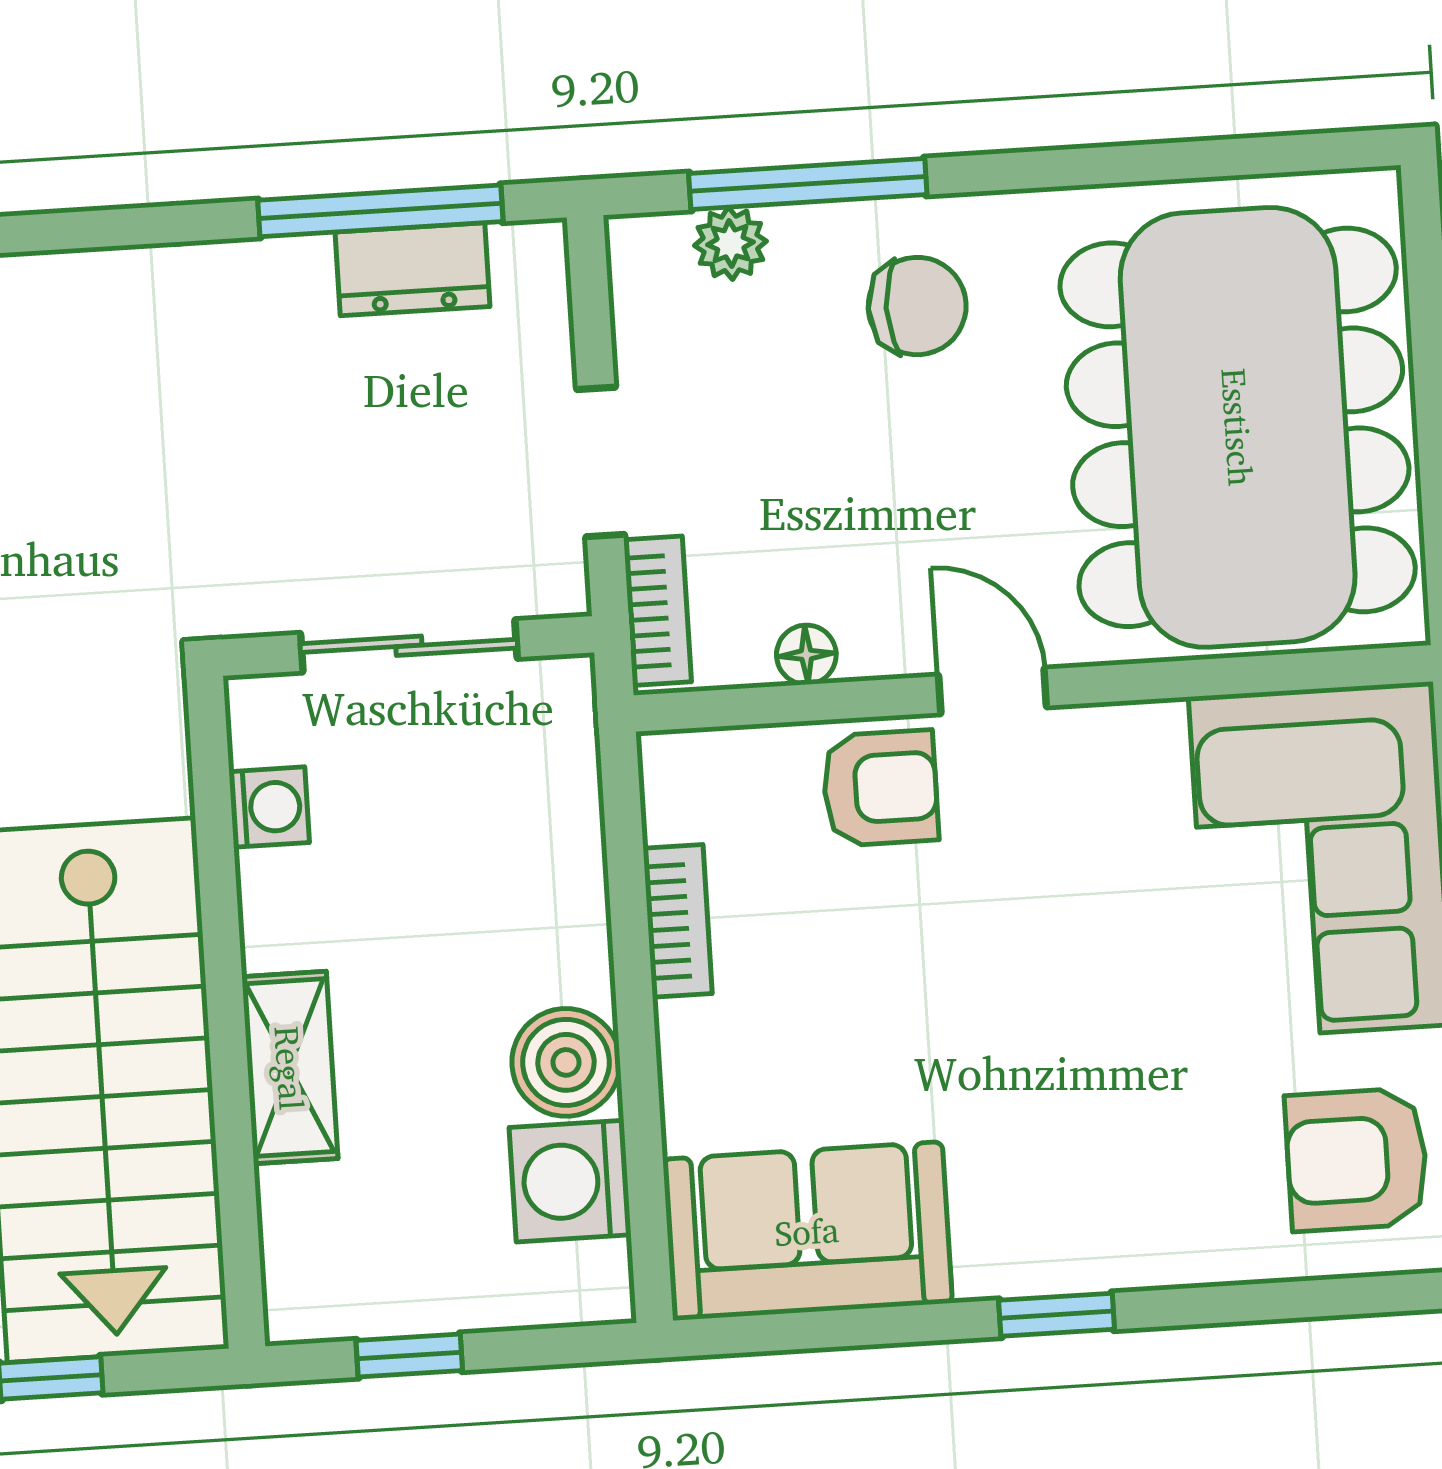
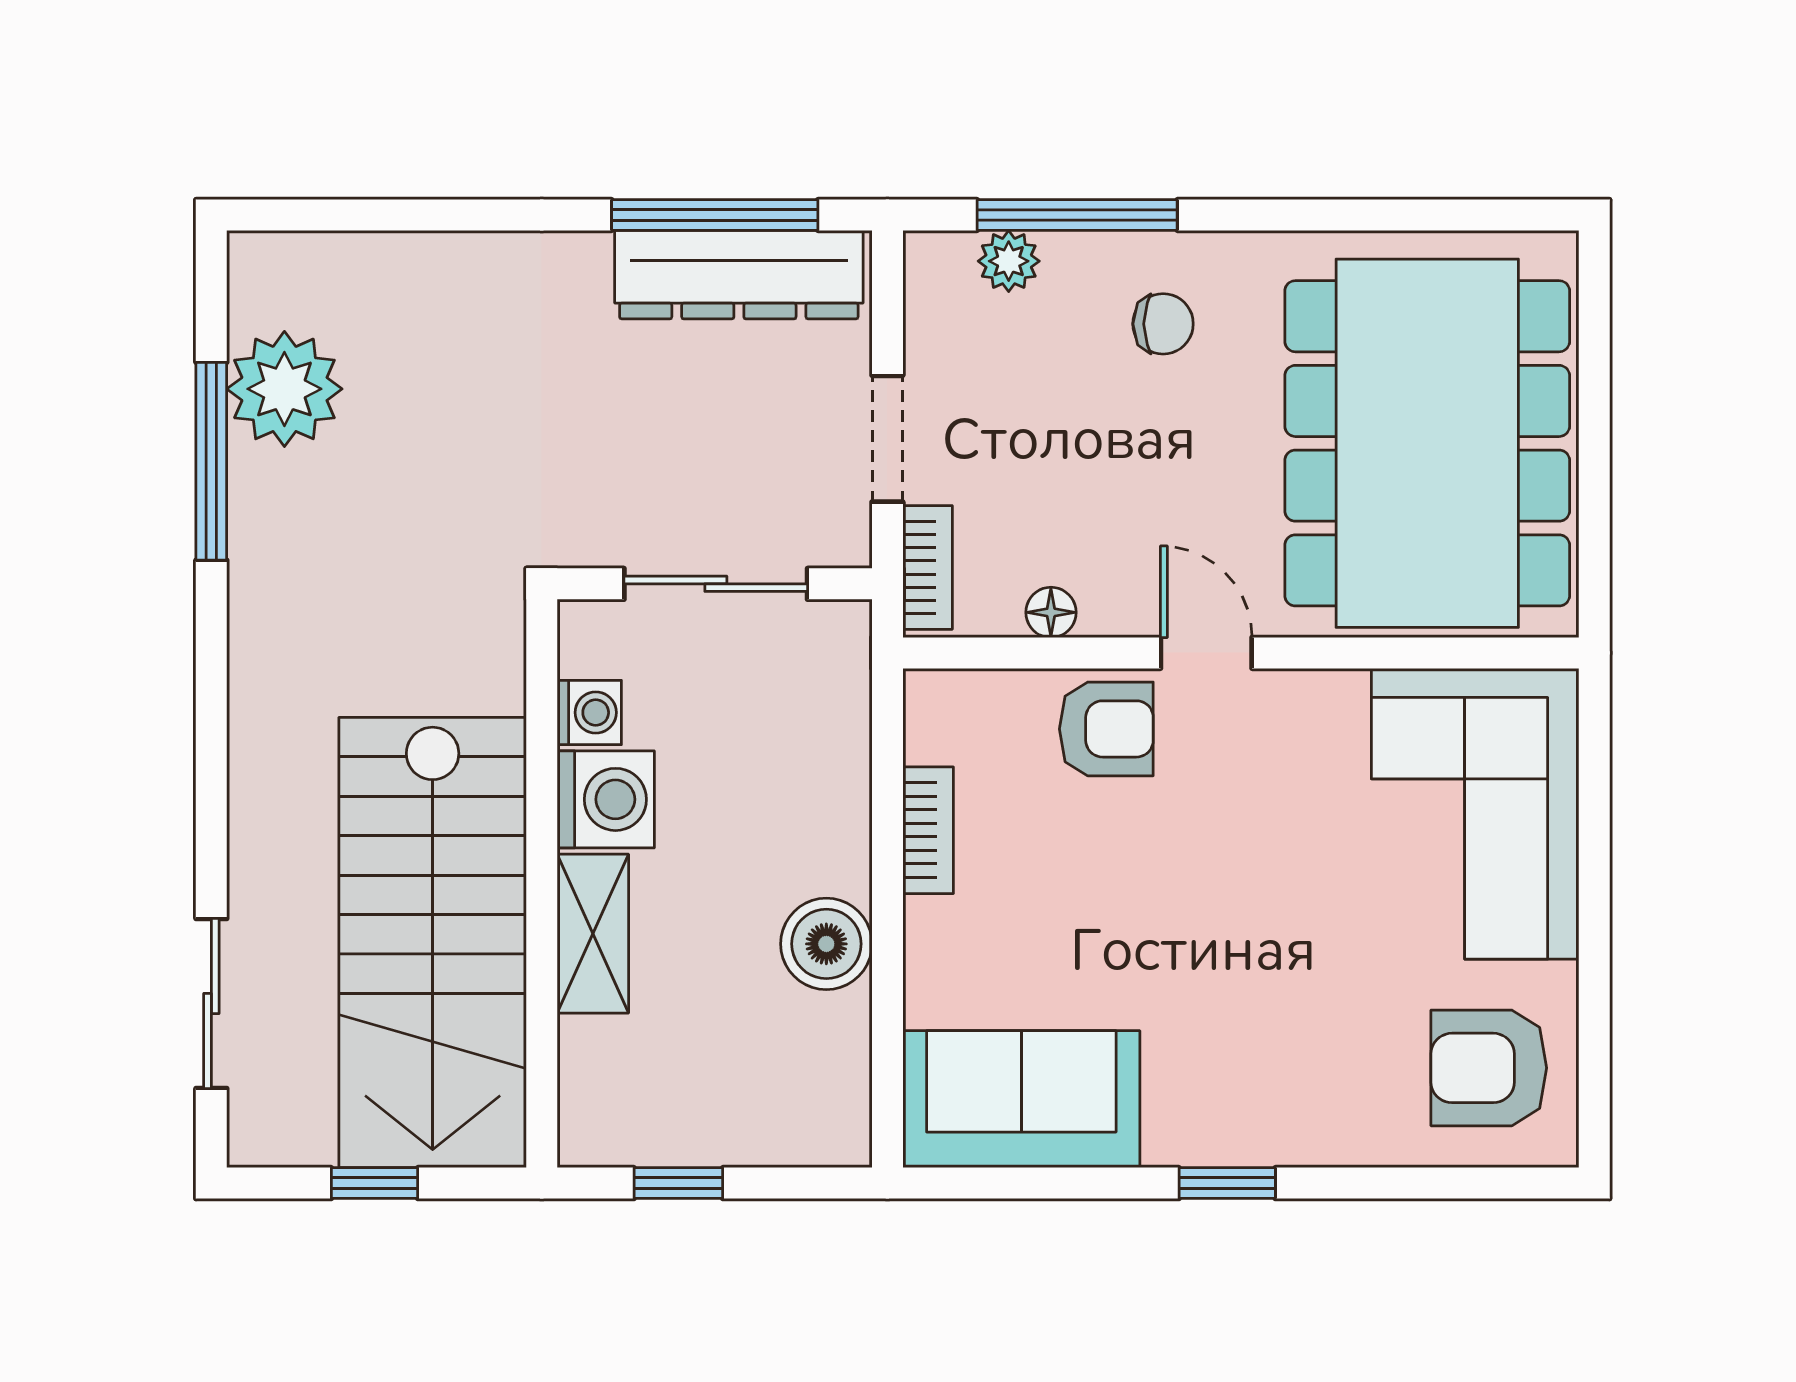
dresser: (413, 269) -> (739, 275), width x1.96, depth x1.24
chair: (917, 306) -> (1163, 324), width x0.73, depth x0.73
washing machine: (570, 1181) -> (606, 799), moved, turned 180

